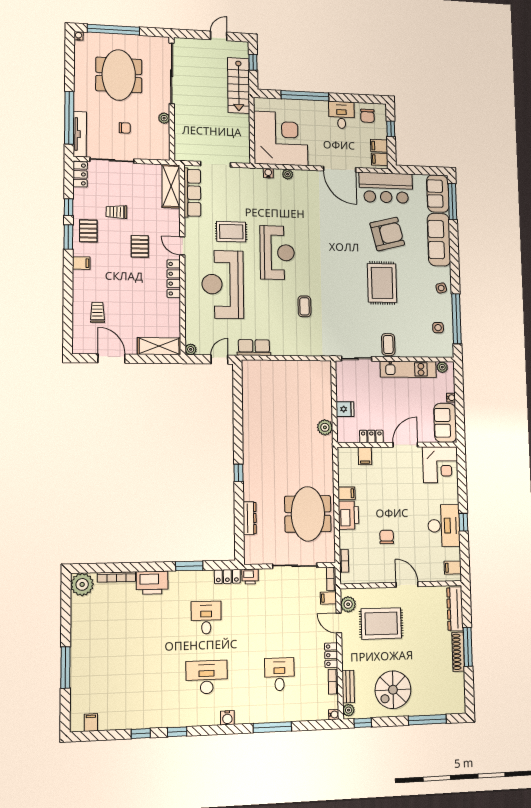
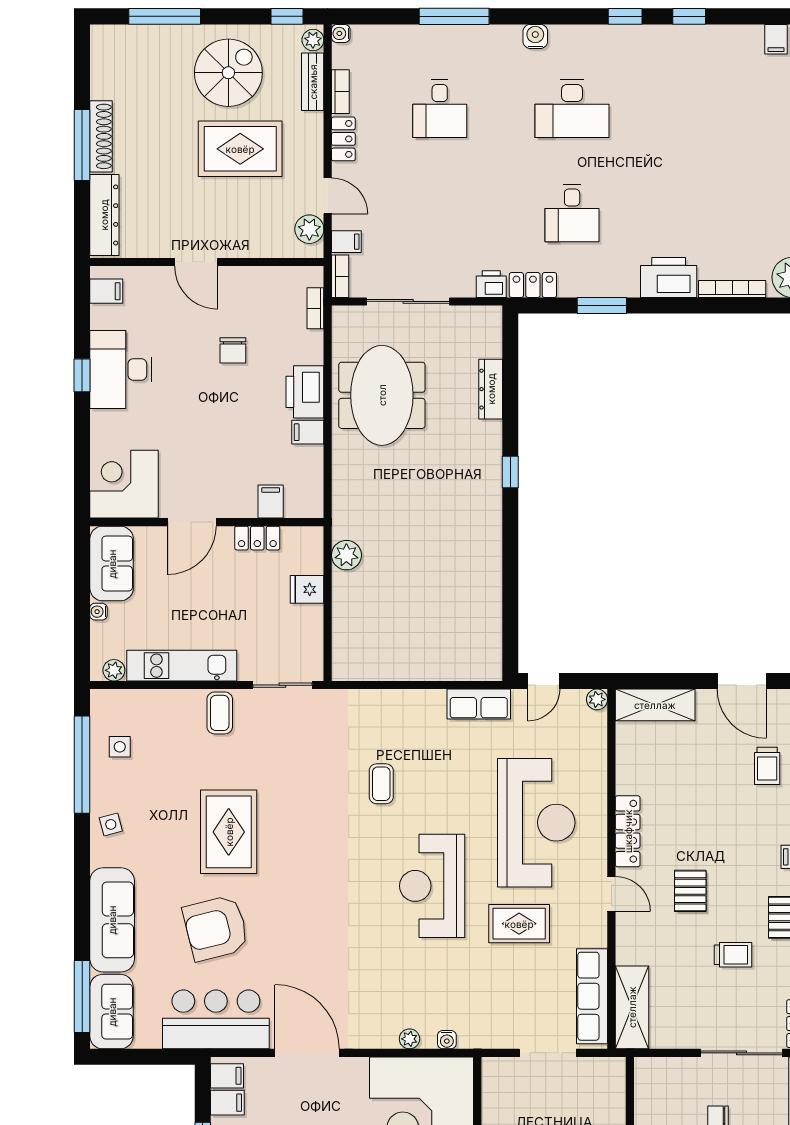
rug: (381, 623) -> (240, 149), moved

